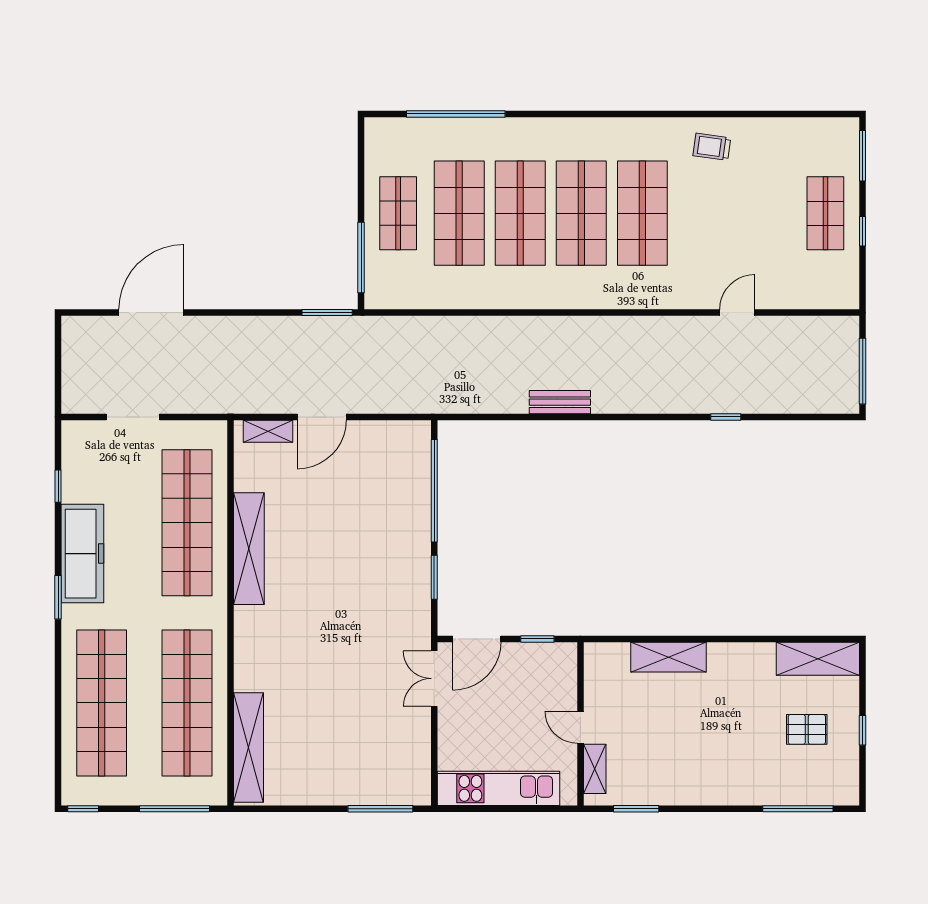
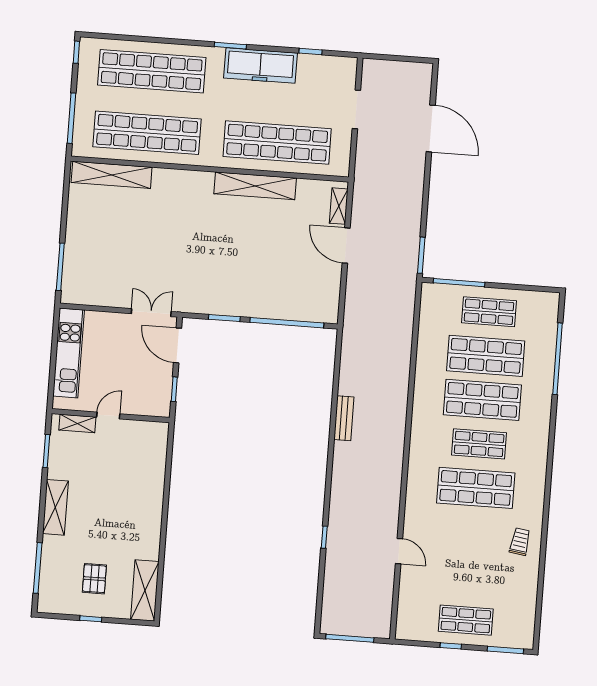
shop shelf: (581, 213) -> (479, 444), width x0.70, depth x0.74
shelving: (668, 657) -> (55, 507), moved

